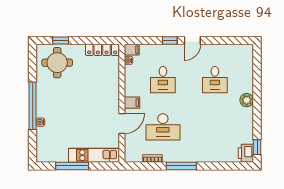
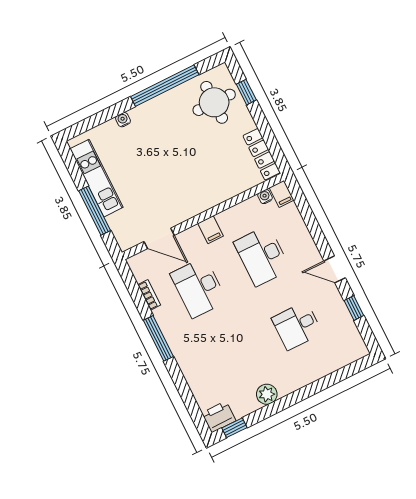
window: (170, 40) -> (354, 308), moved
desk: (163, 80) -> (262, 256), width x1.37
plant: (247, 100) -> (267, 394), moved
window: (33, 106) -> (165, 86), moved
door: (122, 123) -> (159, 238), moved
kitchen unit: (94, 155) -> (97, 178), moved
window: (72, 166) -> (95, 211), moved

